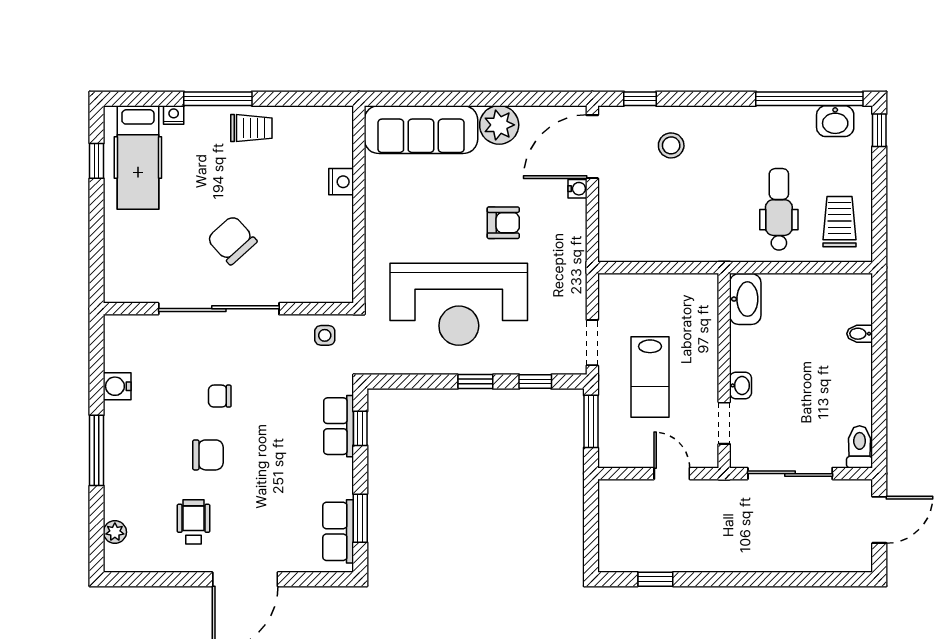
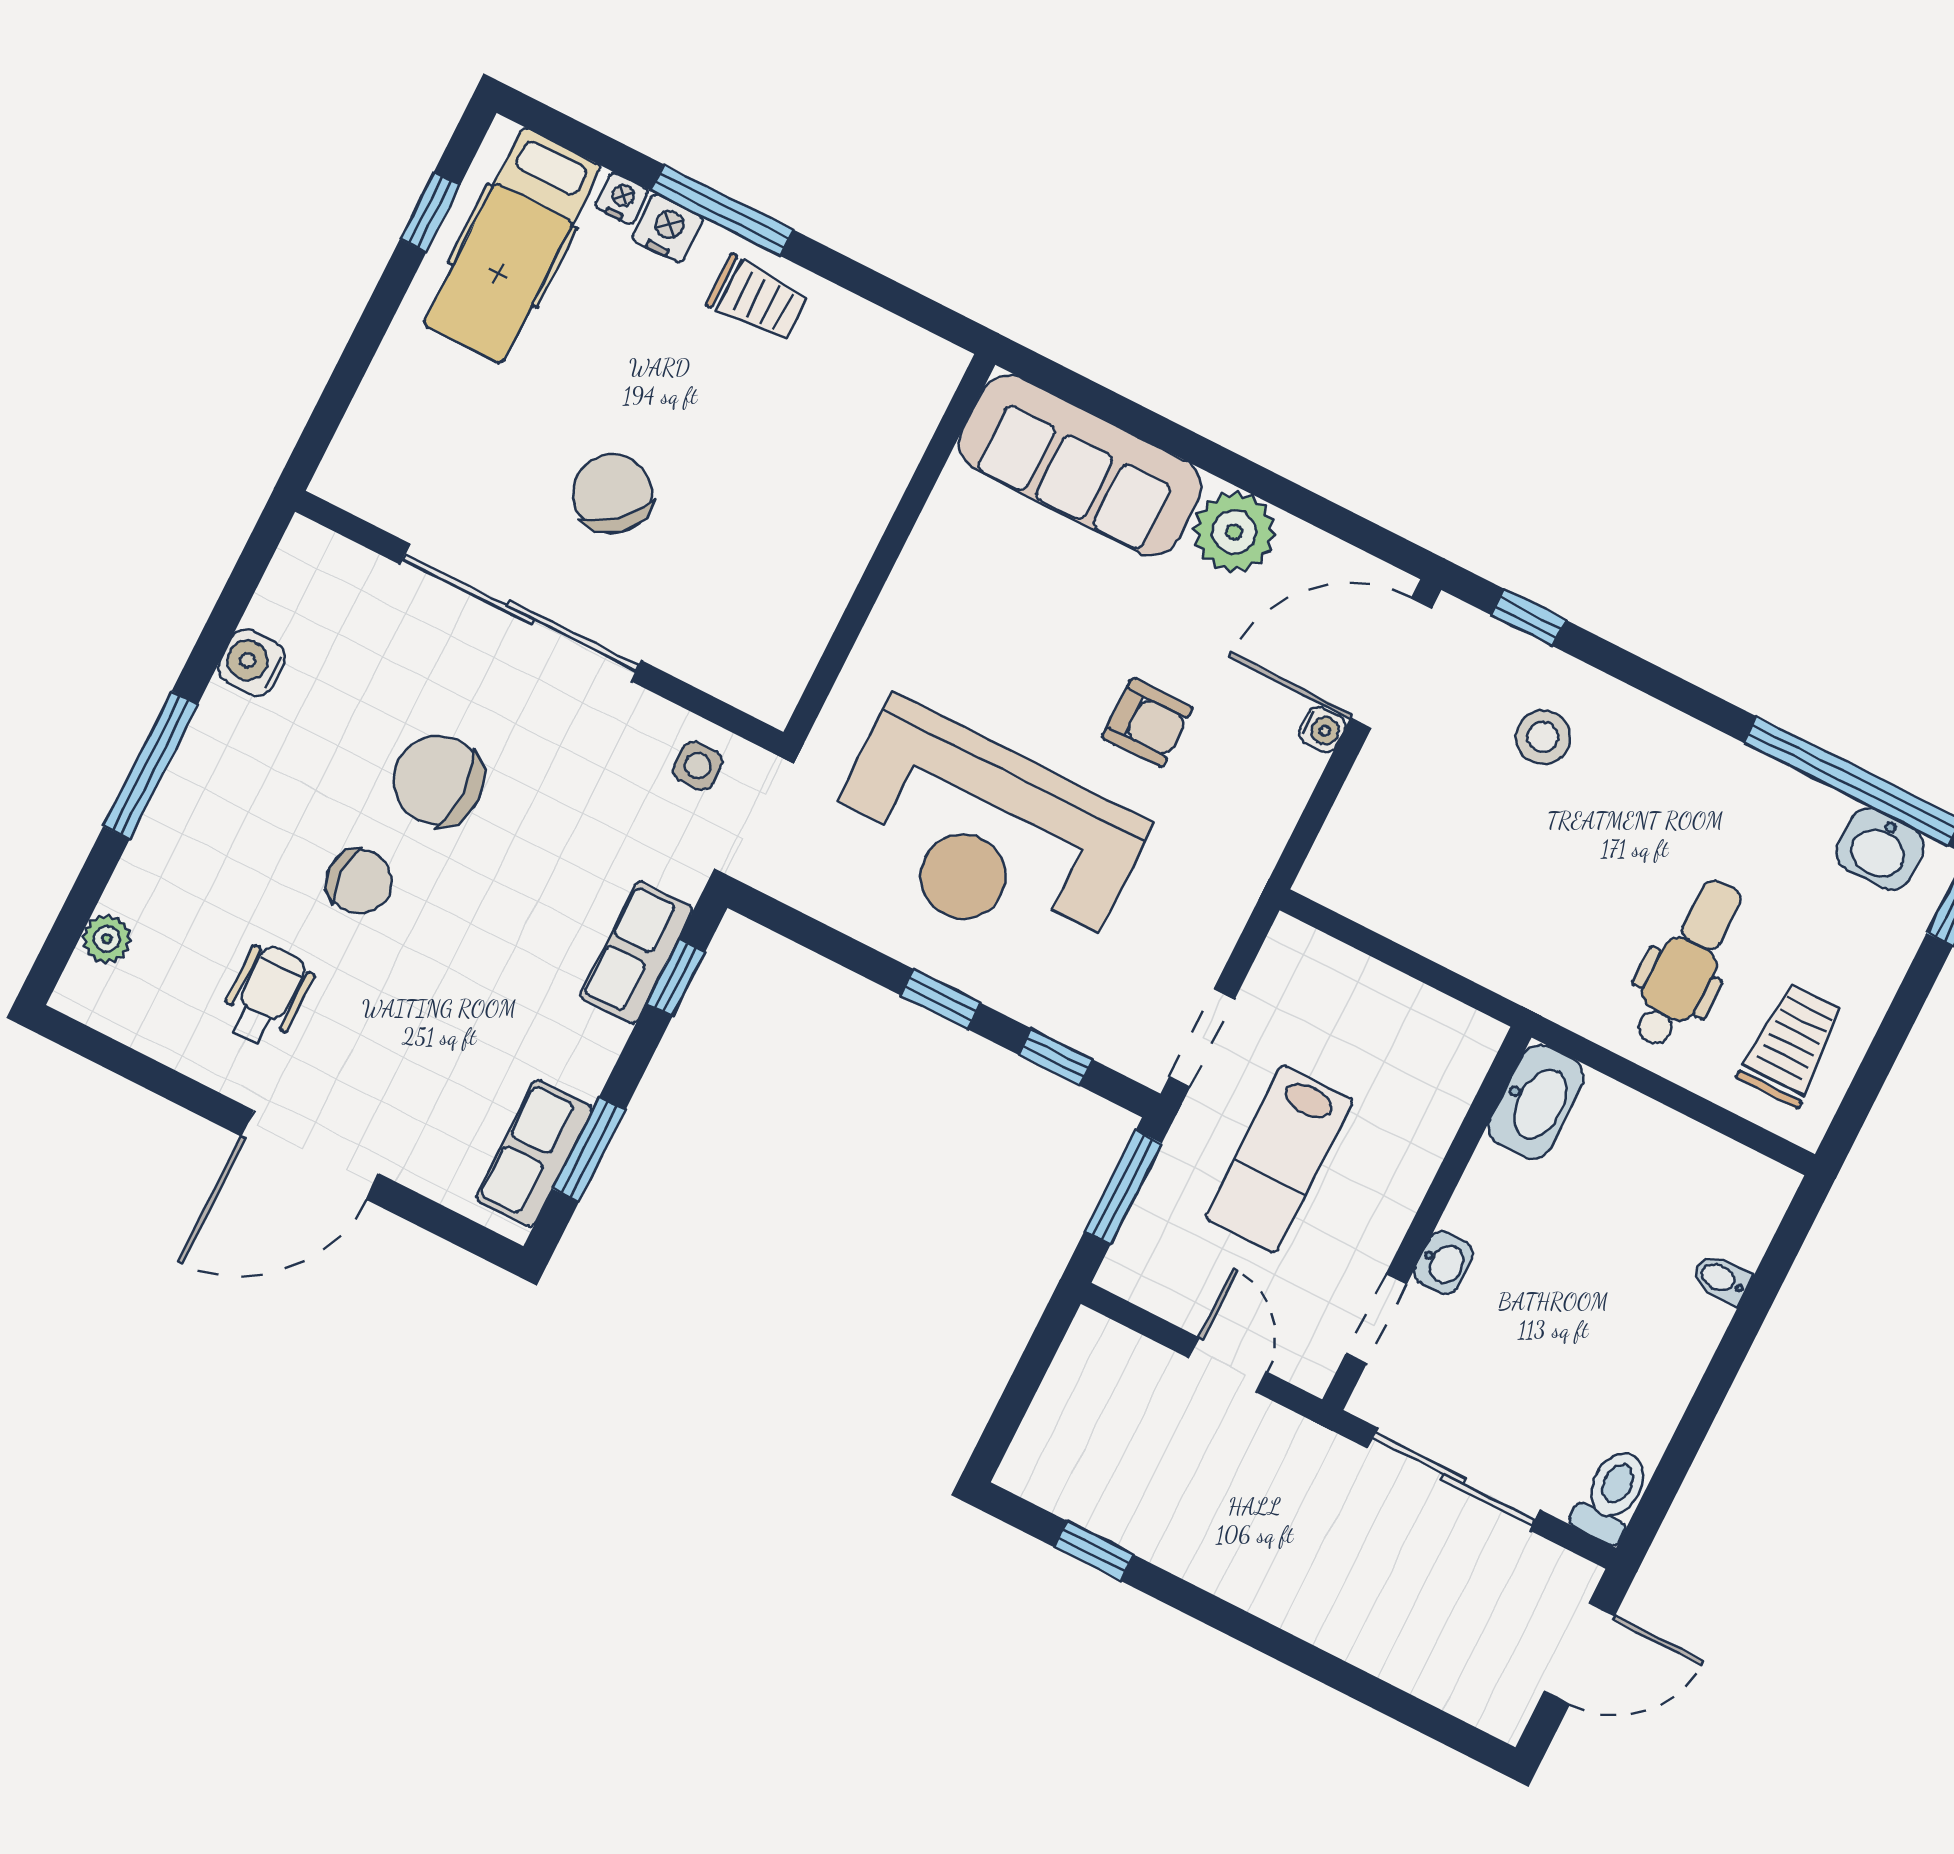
nightstand: (341, 182) -> (667, 228), moved, turned -90
chair: (220, 396) -> (438, 780), width x1.87, depth x1.87

